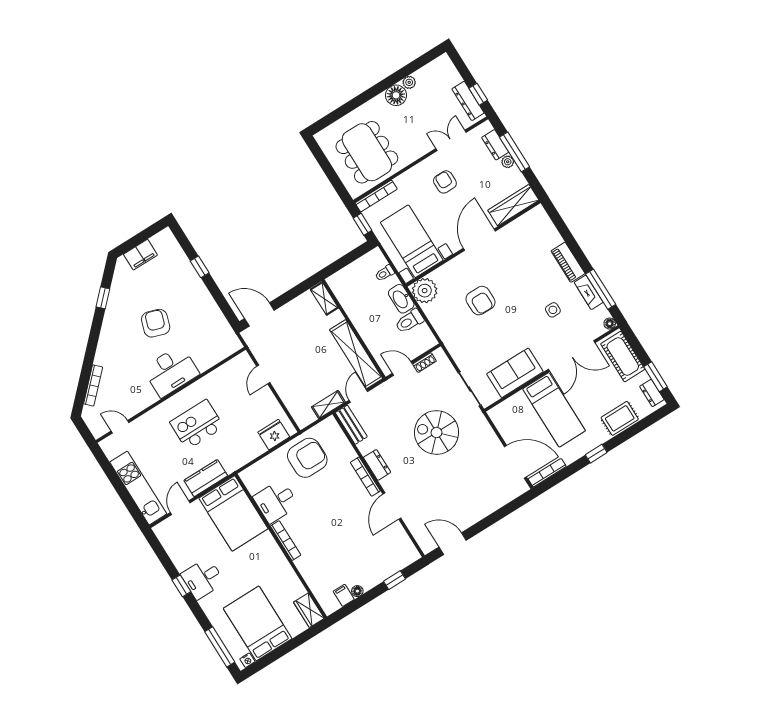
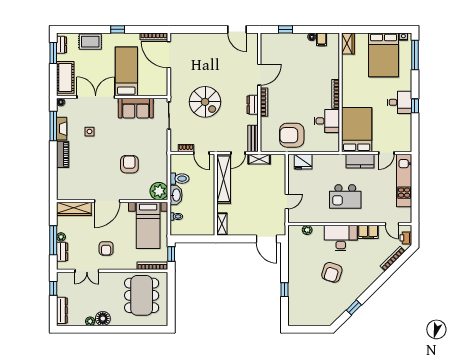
dresser: (468, 101) -> (62, 310), moved
filing cabinet: (140, 255) -> (368, 232), moved, turned 180
plant: (217, 356) -> (307, 230), added
printer: (93, 420) -> (406, 238), added

